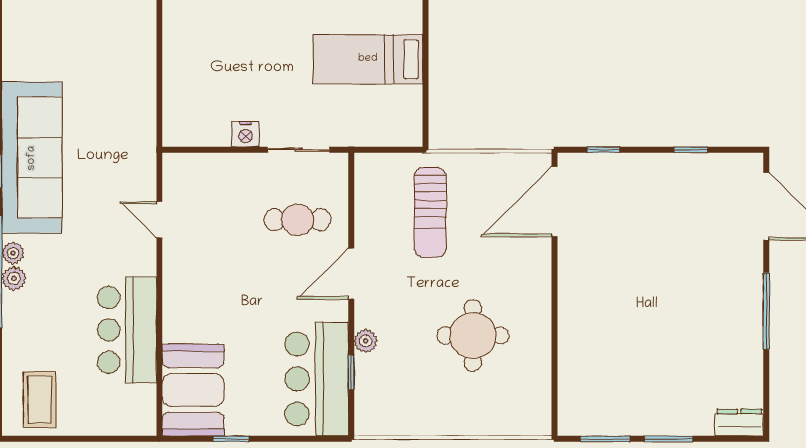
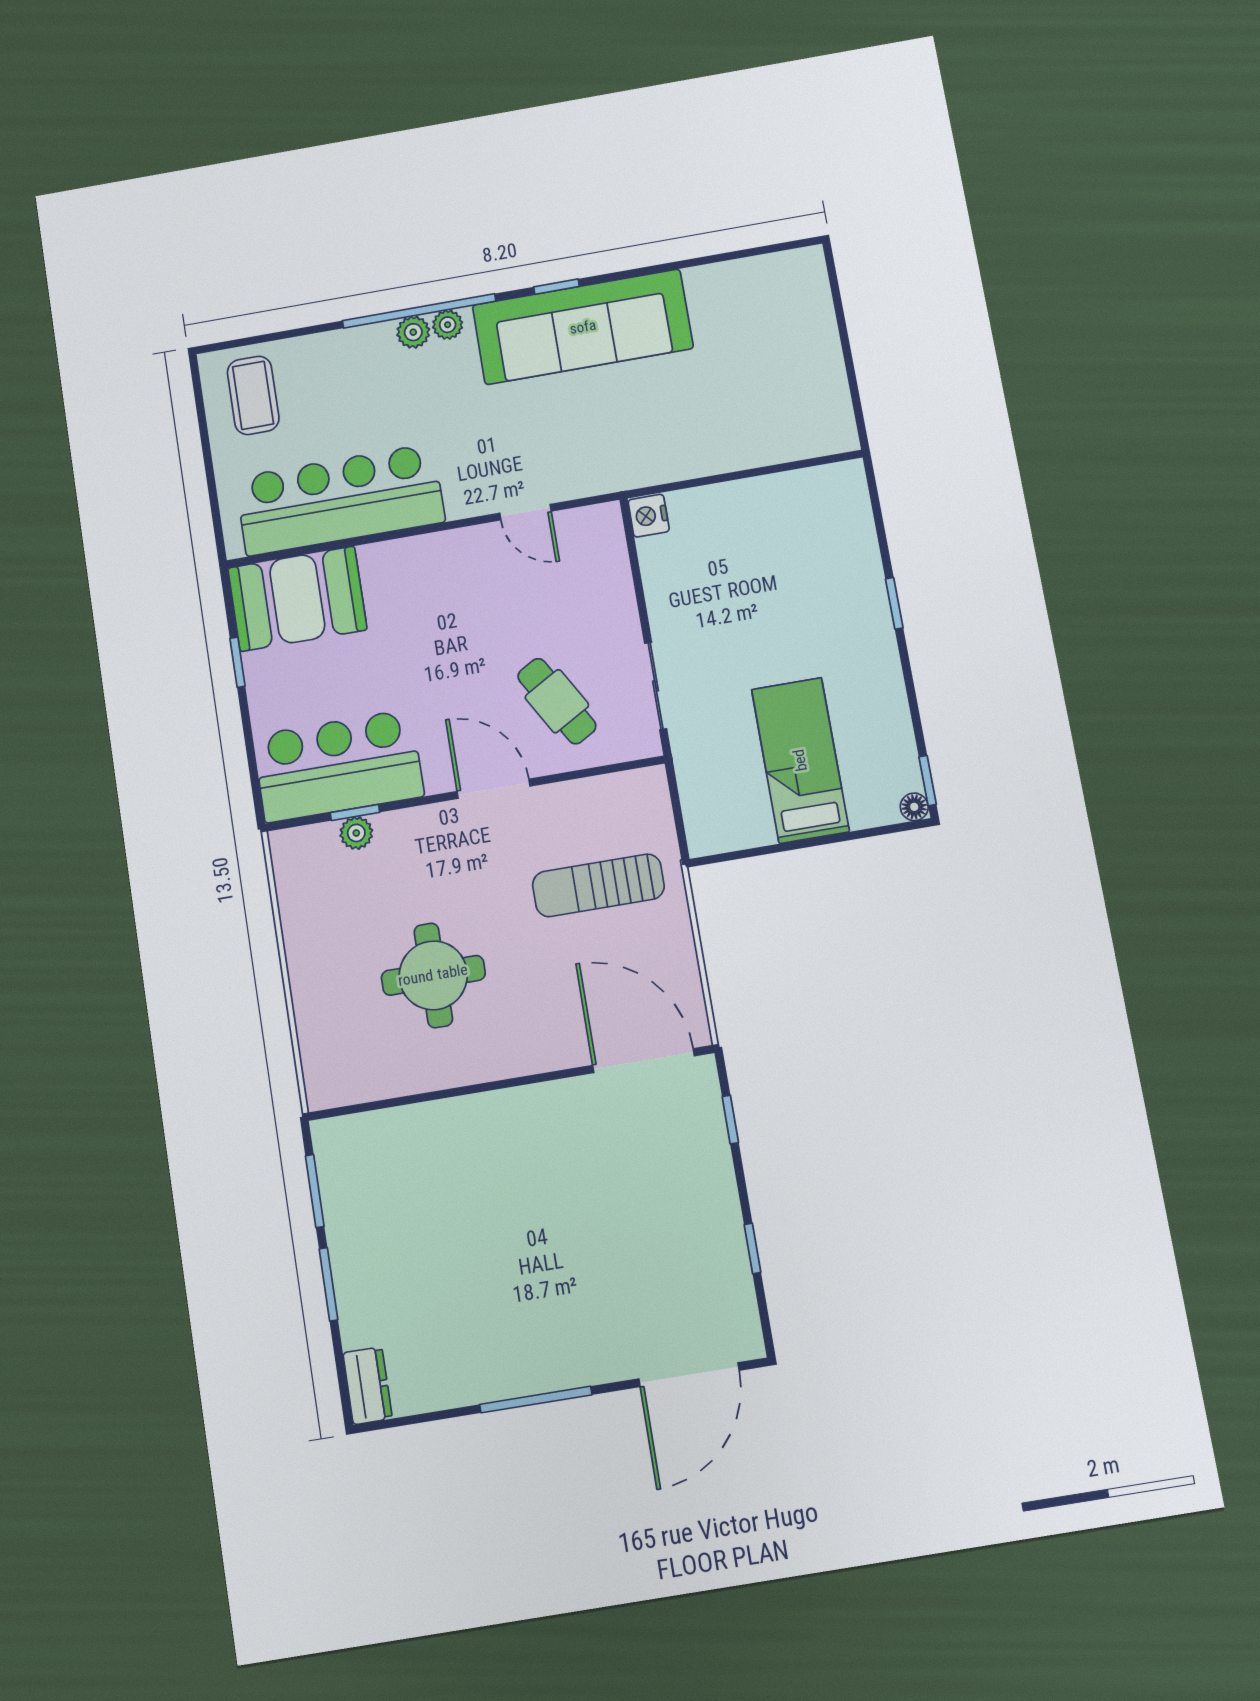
nightstand: (245, 134) -> (649, 516), moved
door: (159, 220) -> (526, 512), swing flipped
cafe table: (297, 220) -> (557, 701), turned -30
bar counter: (127, 330) -> (340, 500), width x1.36
plant: (366, 341) -> (356, 833), moved
coffee table: (40, 400) -> (253, 395), turned 90

